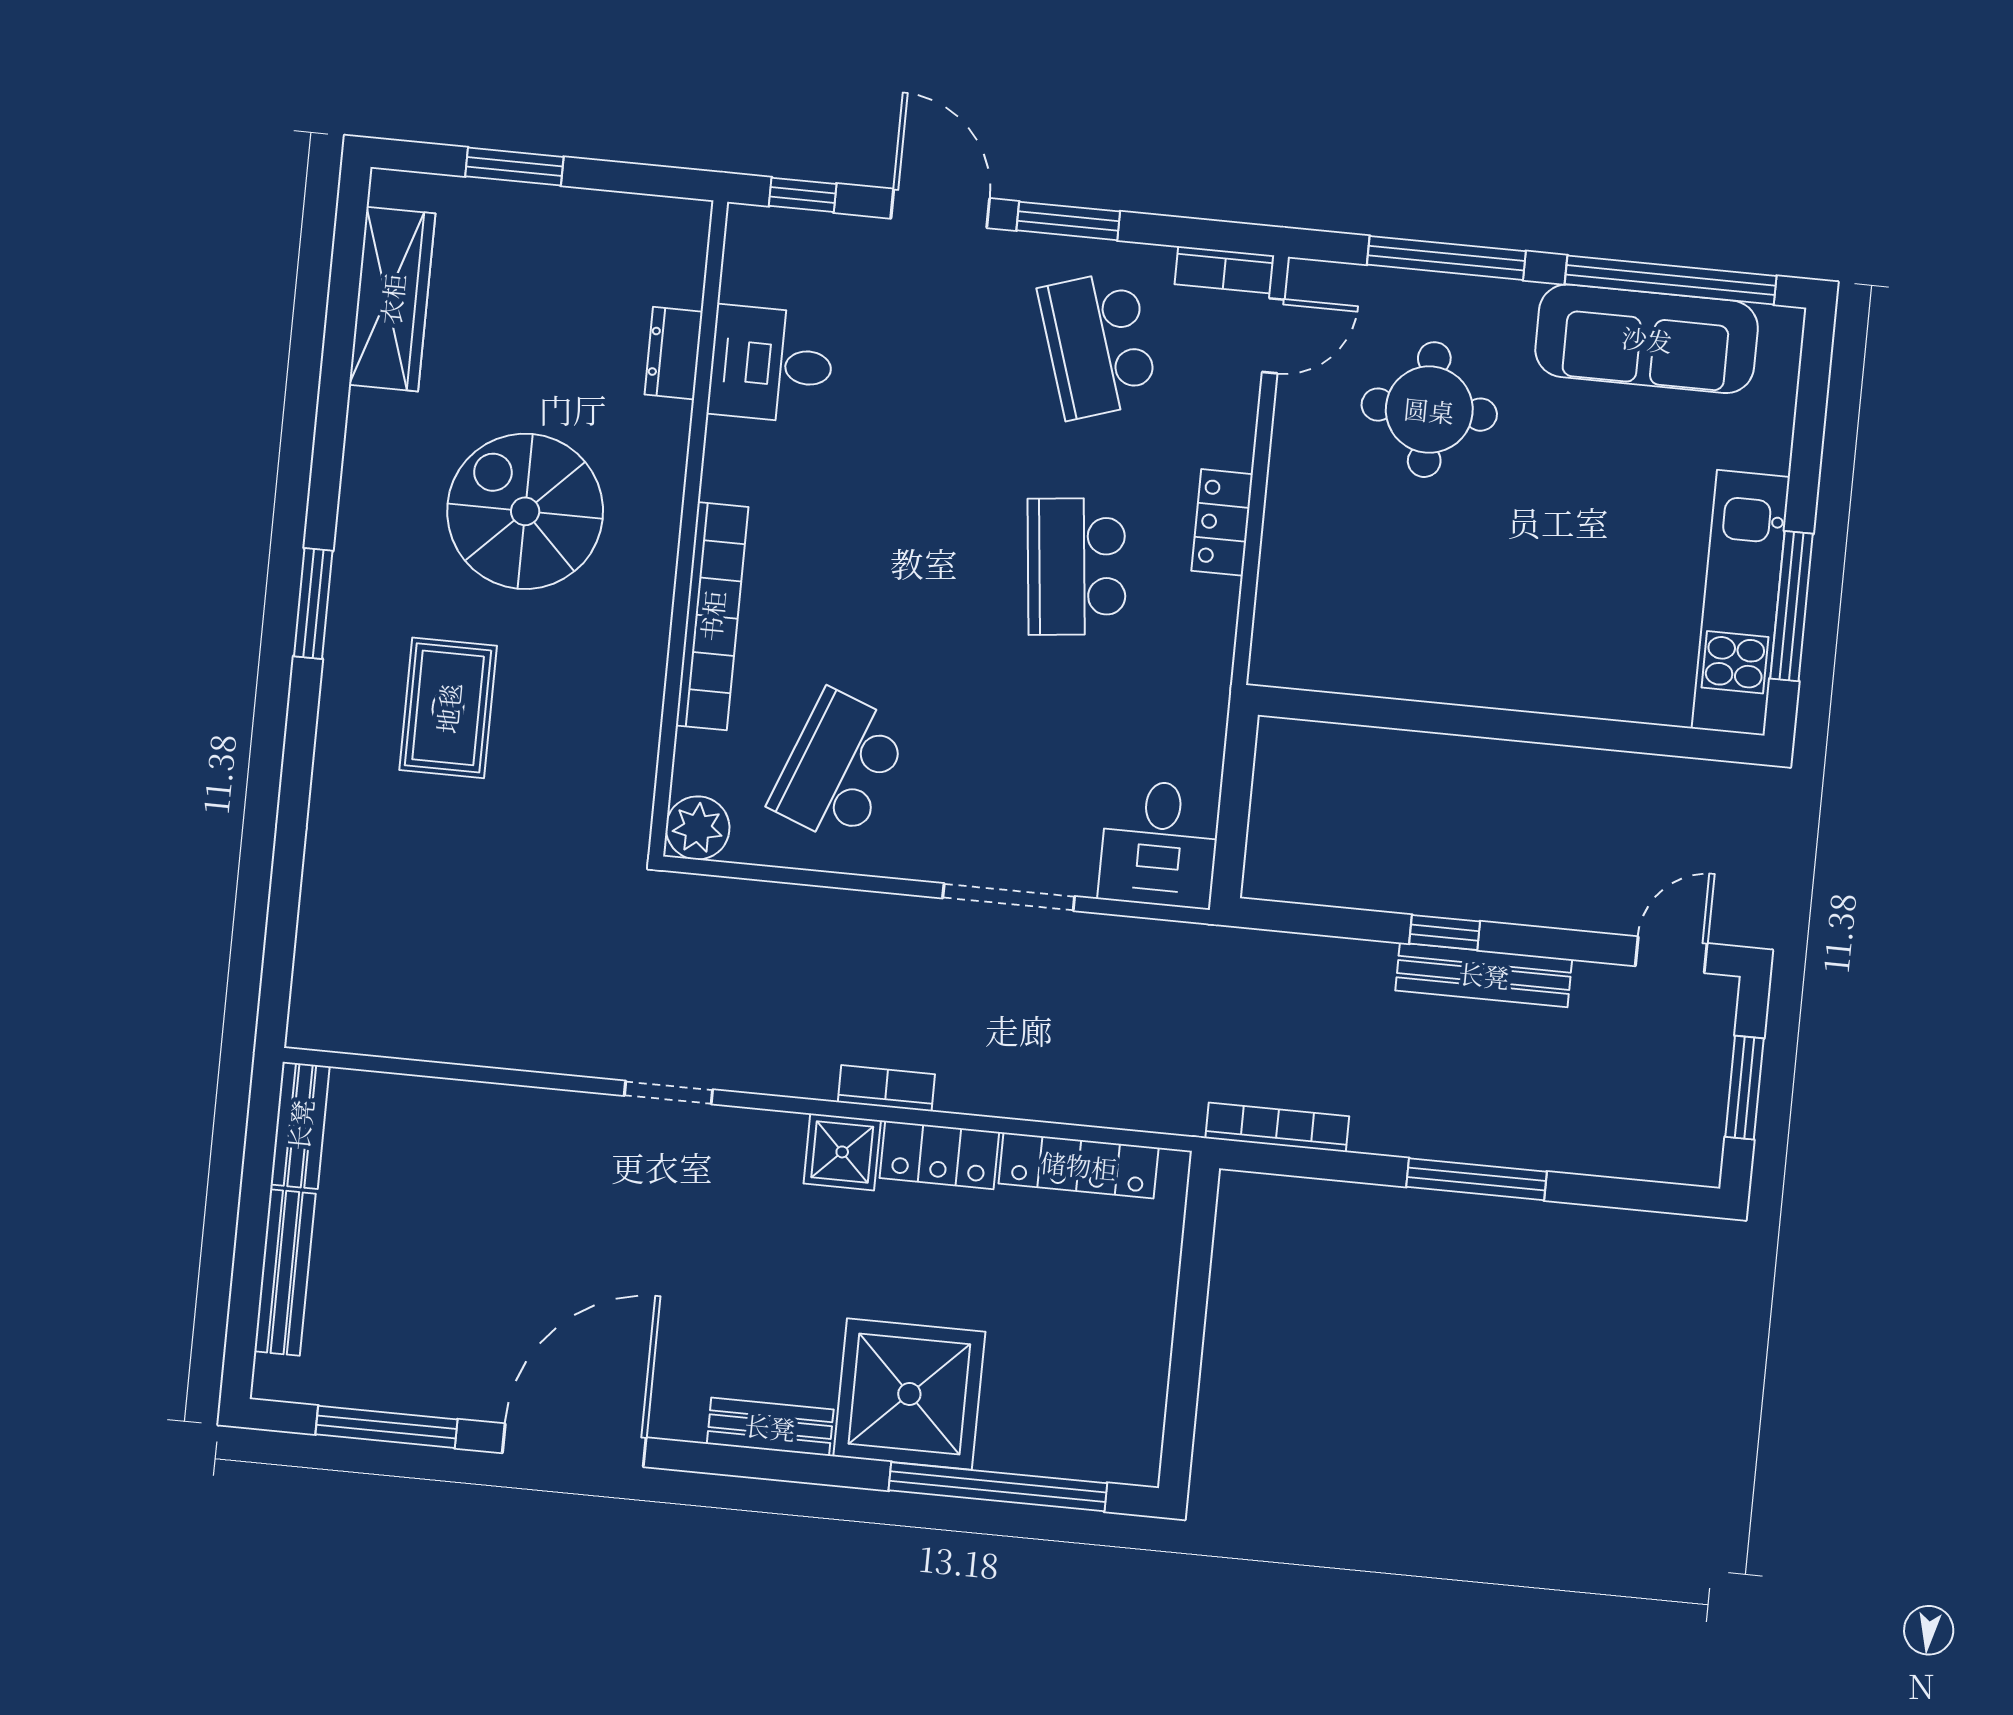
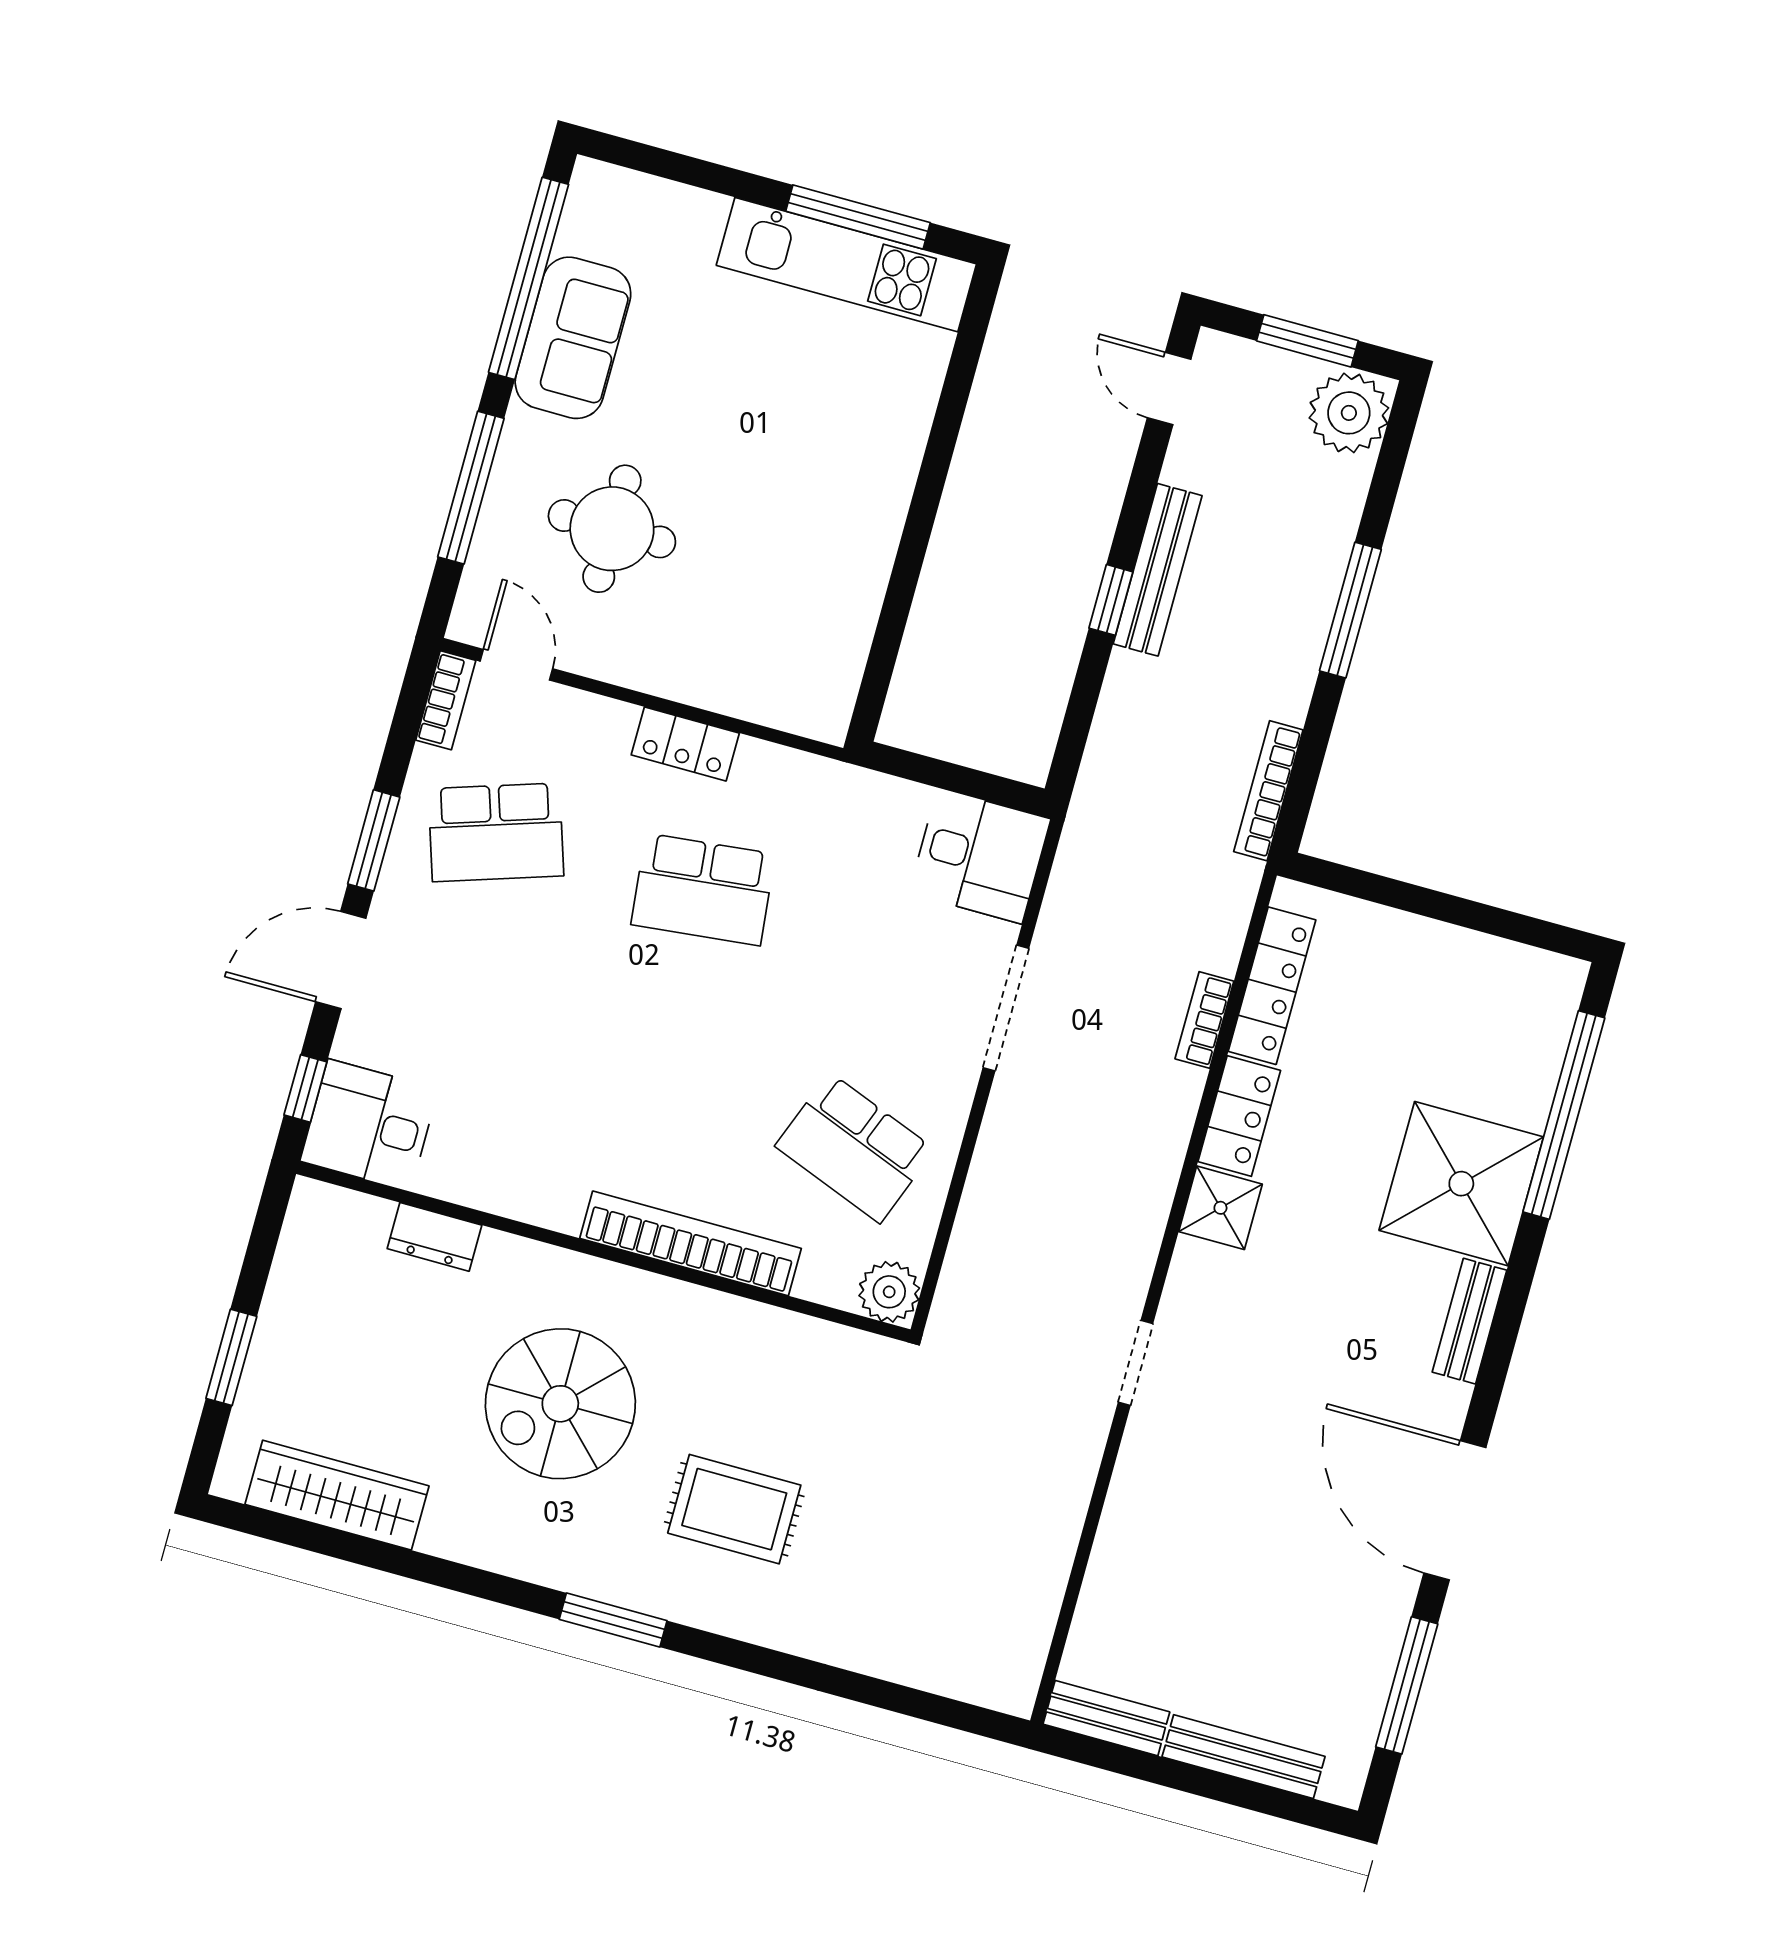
sofa: (1647, 339) -> (573, 338), width x0.73
desk: (771, 364) -> (369, 1125), moved, turned 90
bookcase: (886, 1088) -> (1204, 1020), moved
plant: (1678, 1143) -> (1349, 413), added

